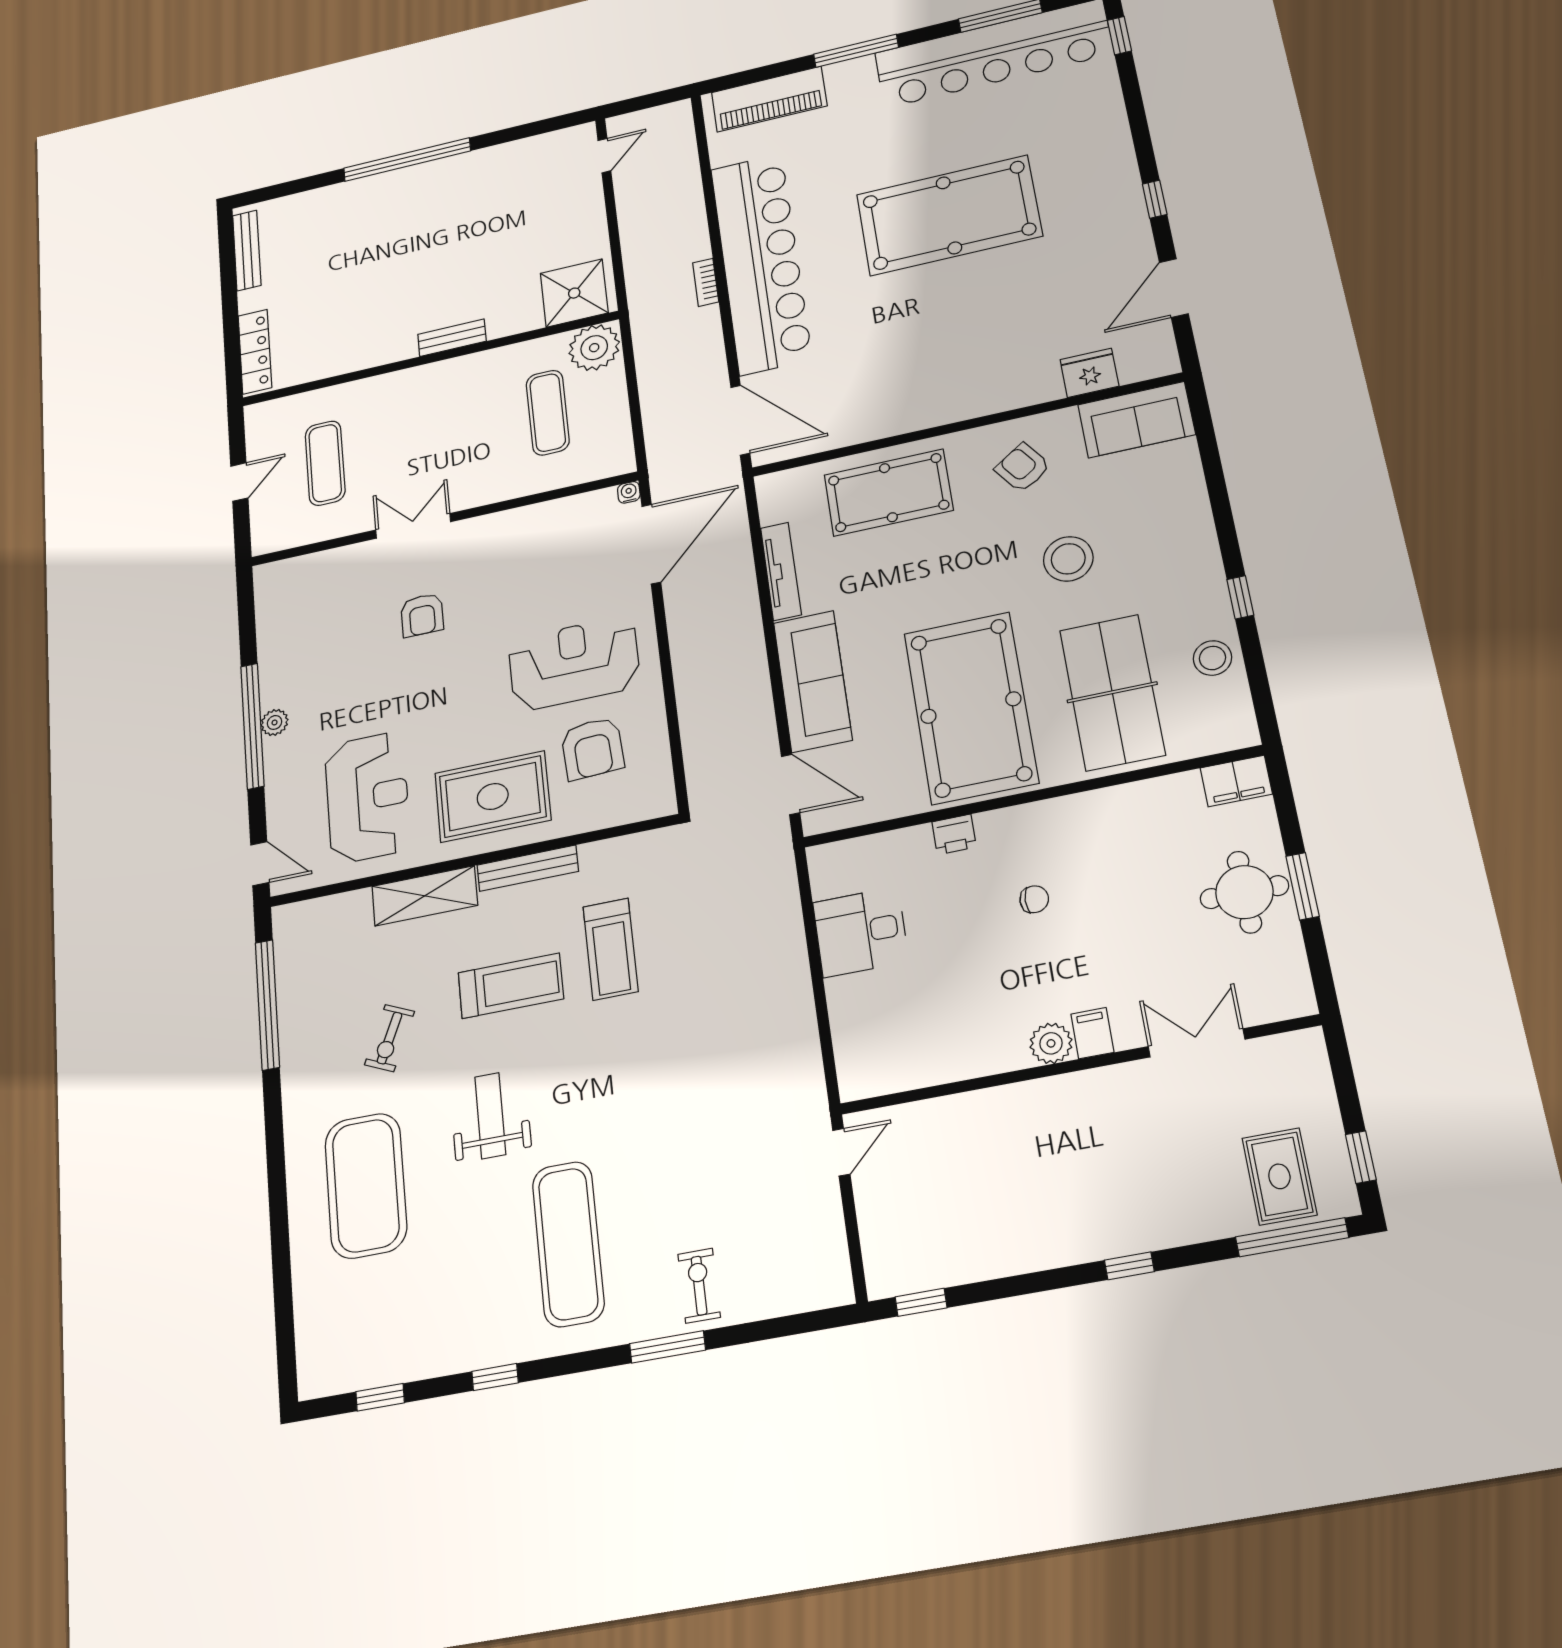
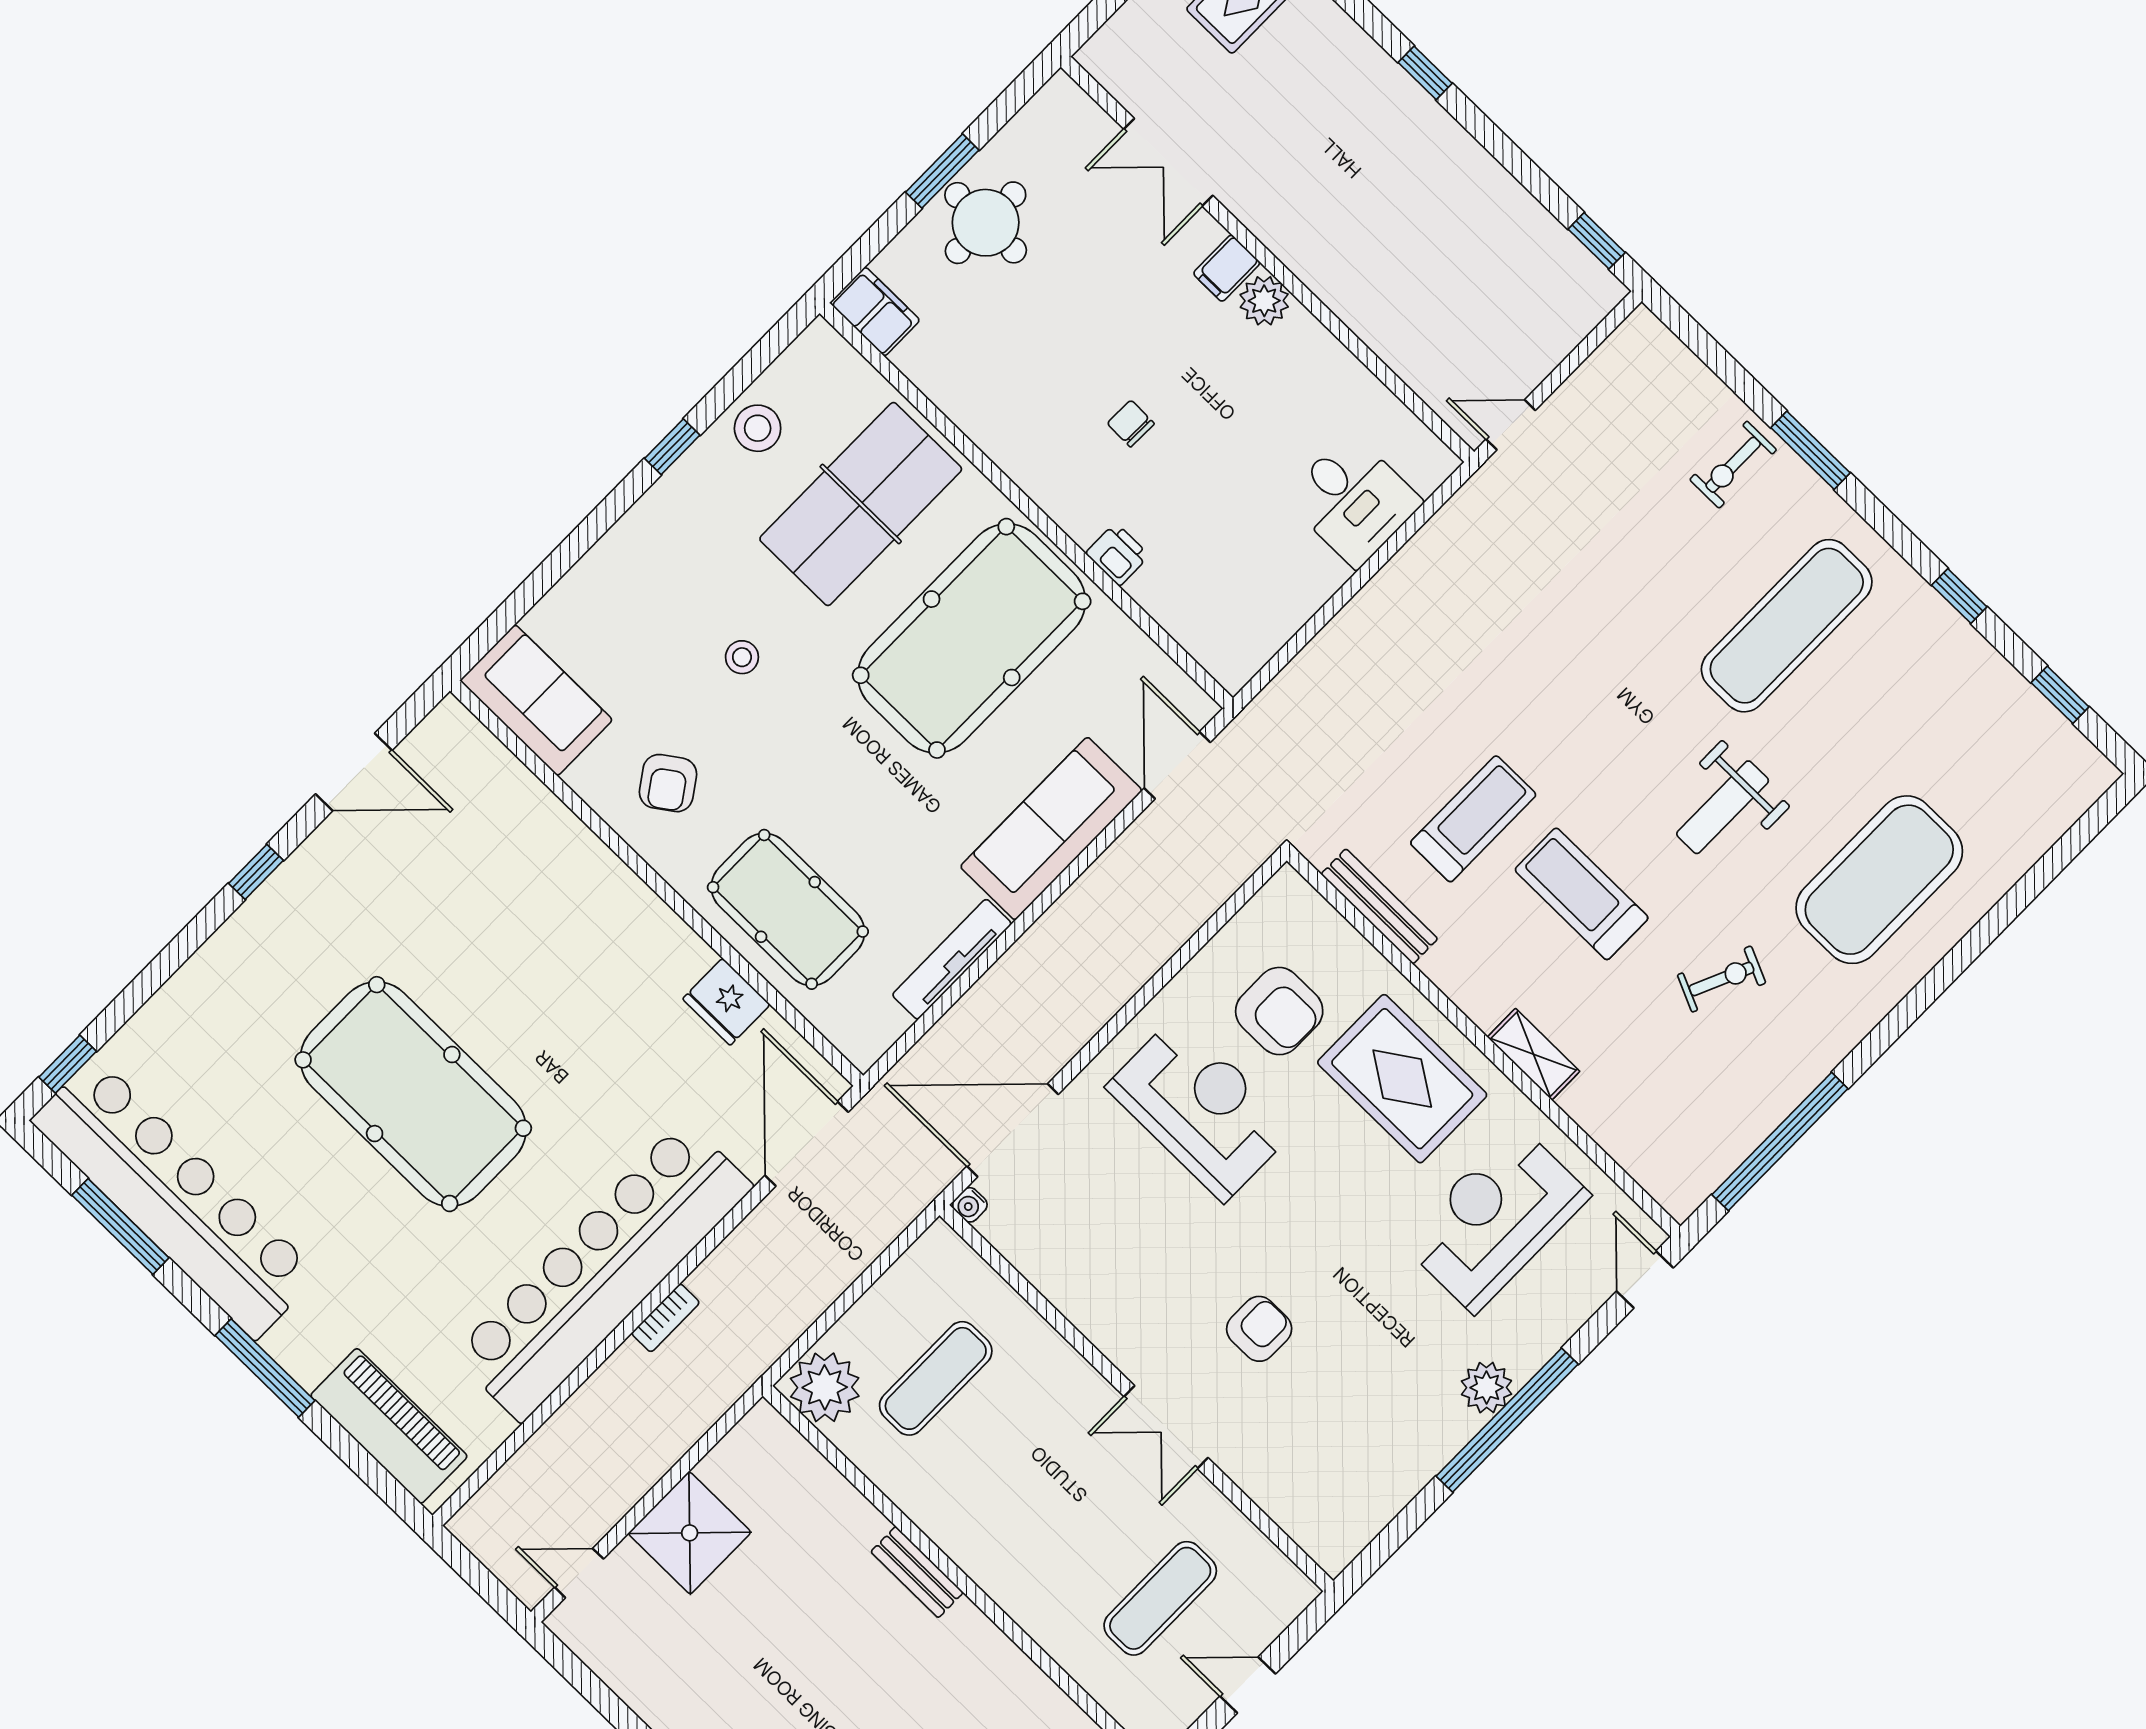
shower: (574, 293) -> (690, 1533), moved
fridge: (1089, 373) -> (726, 1002), moved
stool: (1068, 559) -> (742, 657), width x0.53, depth x0.53
reception desk: (574, 663) -> (1201, 1108), turned 180
plant: (275, 722) -> (1487, 1388), width x1.38, depth x1.38
armchair: (592, 748) -> (1279, 1011), turned 93
bench: (528, 868) -> (1379, 906), moved
shelving: (425, 896) -> (1534, 1054), width x0.67, depth x0.75
desk: (861, 932) -> (1353, 500), moved

